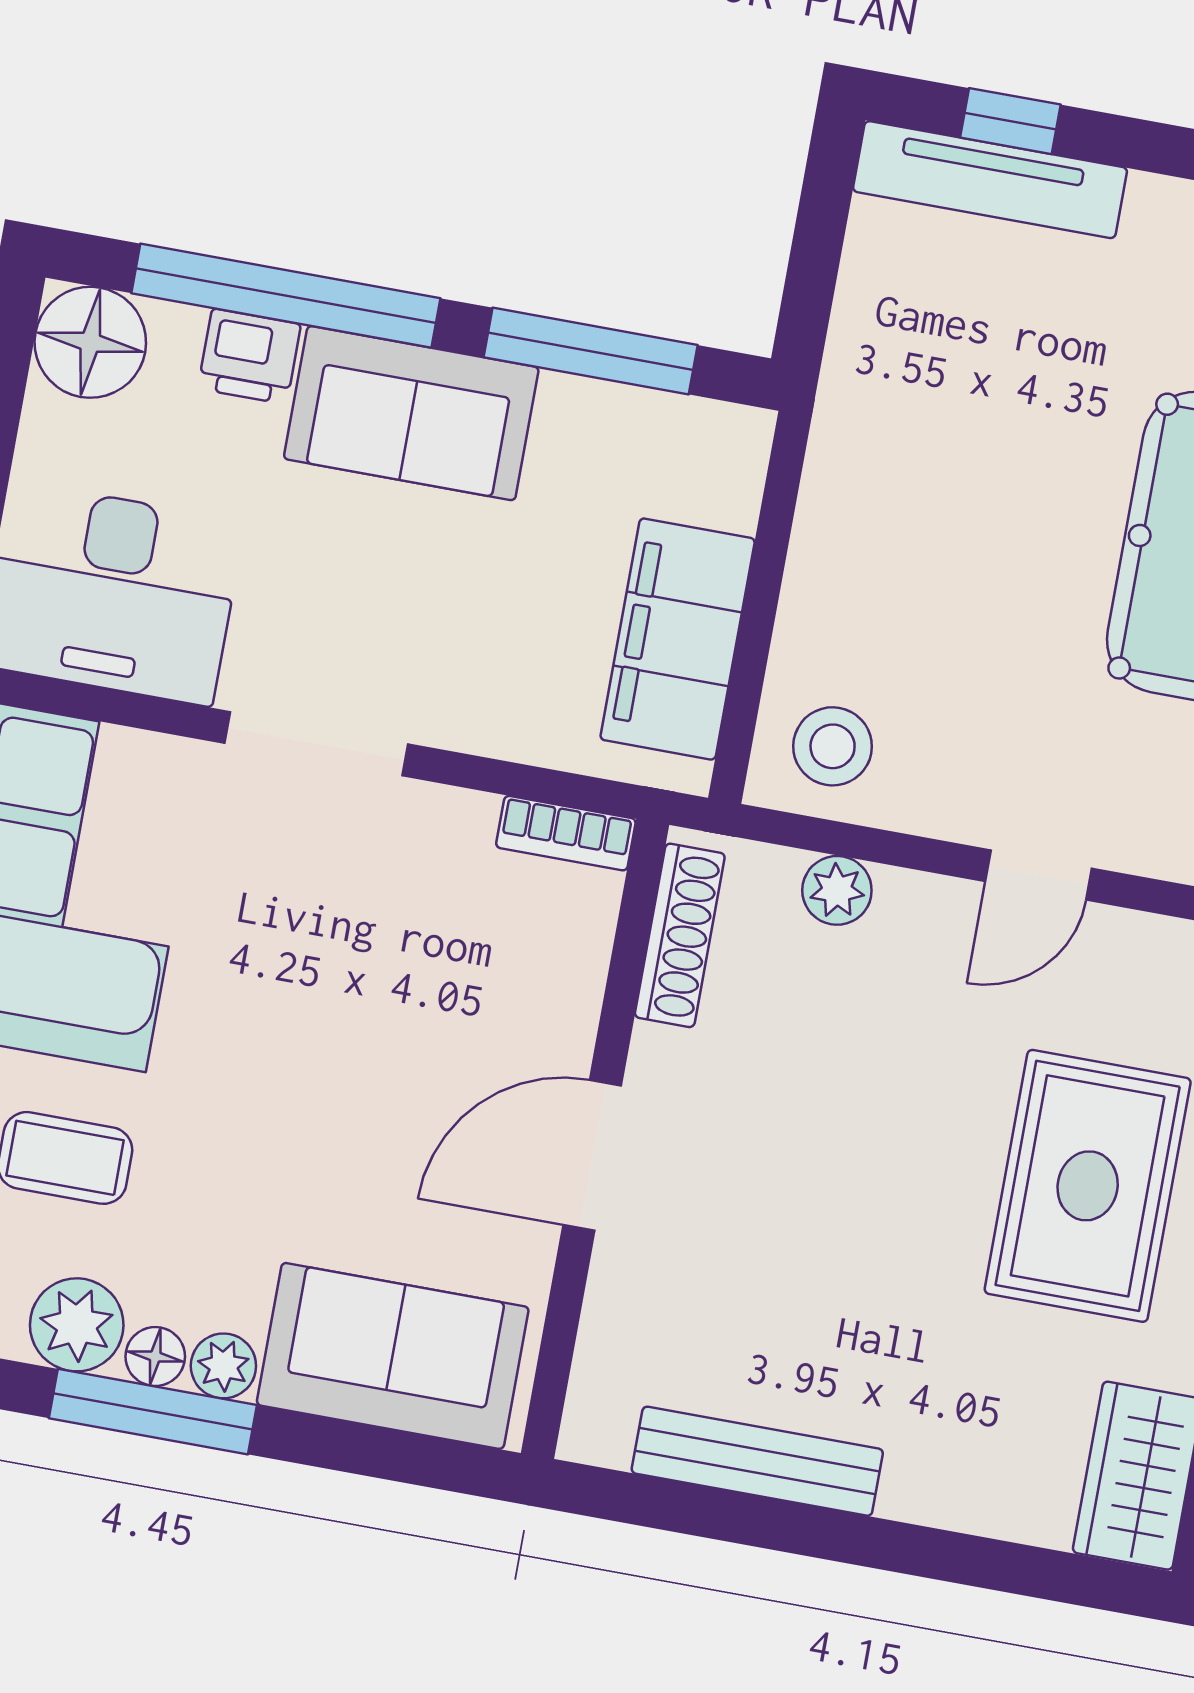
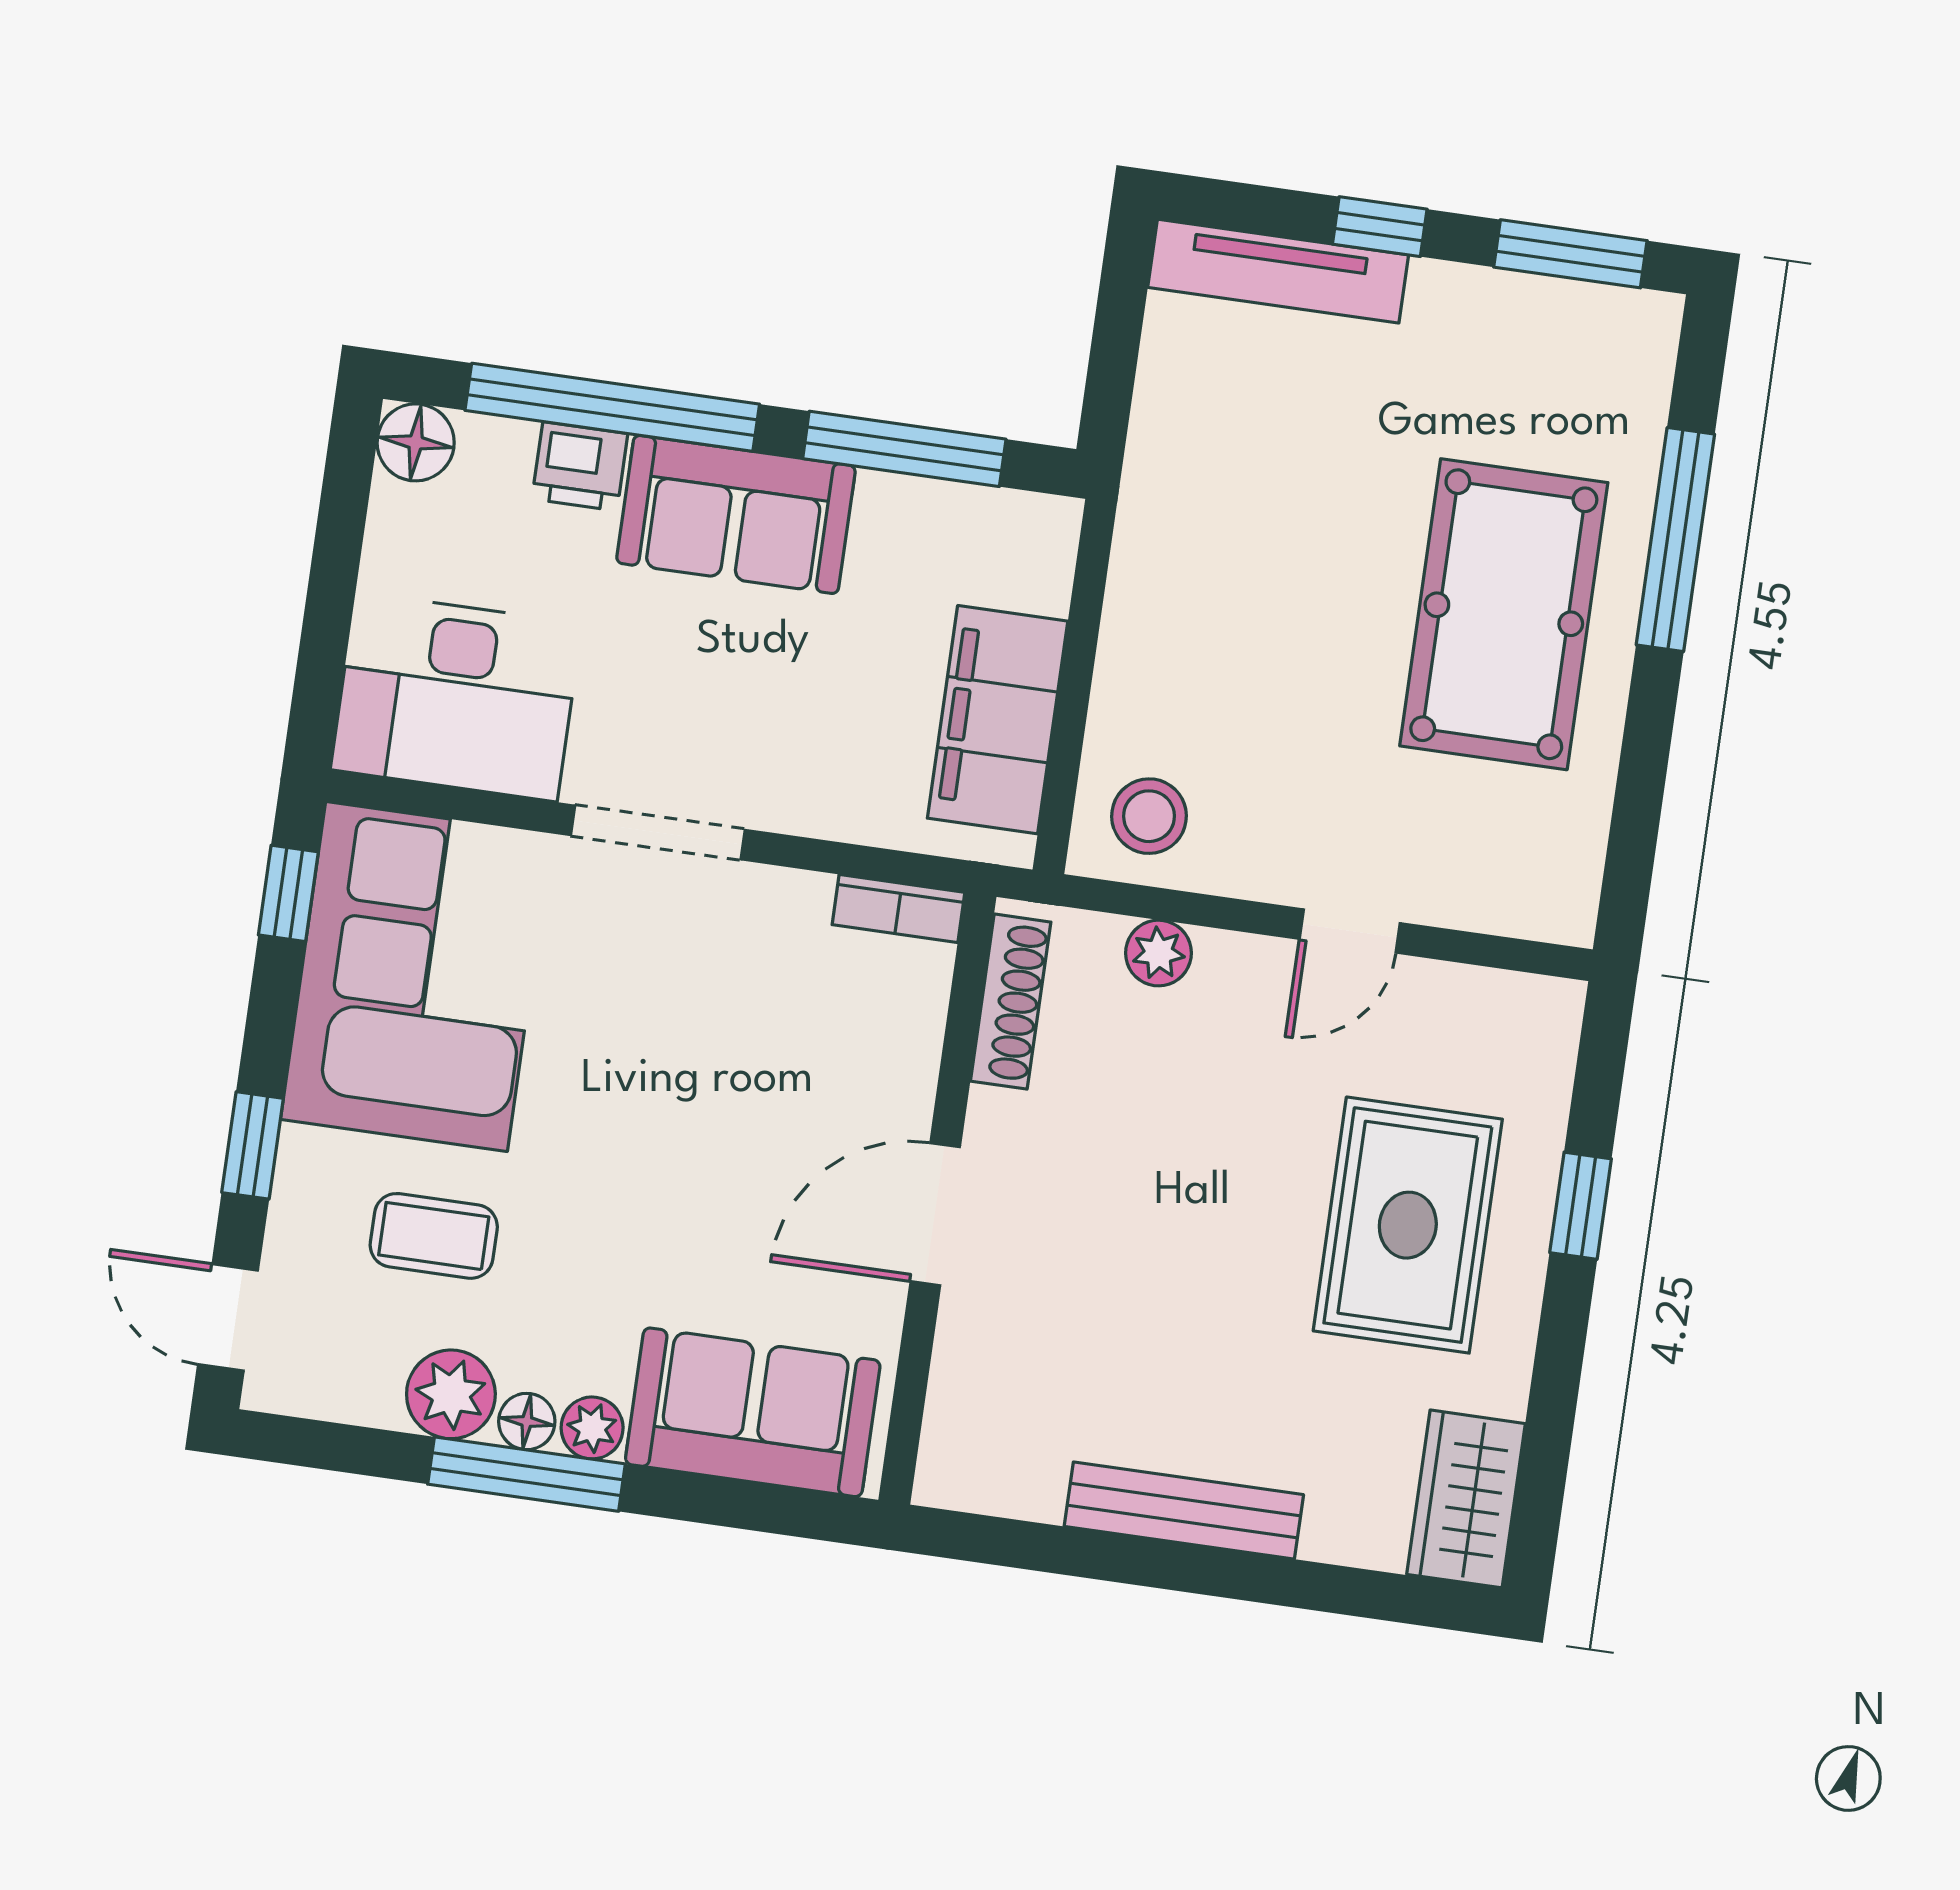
window: (1010, 121) -> (1380, 227), moved
floor lamp: (90, 342) -> (416, 442), width x0.73, depth x0.73
bench: (757, 1461) -> (1184, 1511), moved

